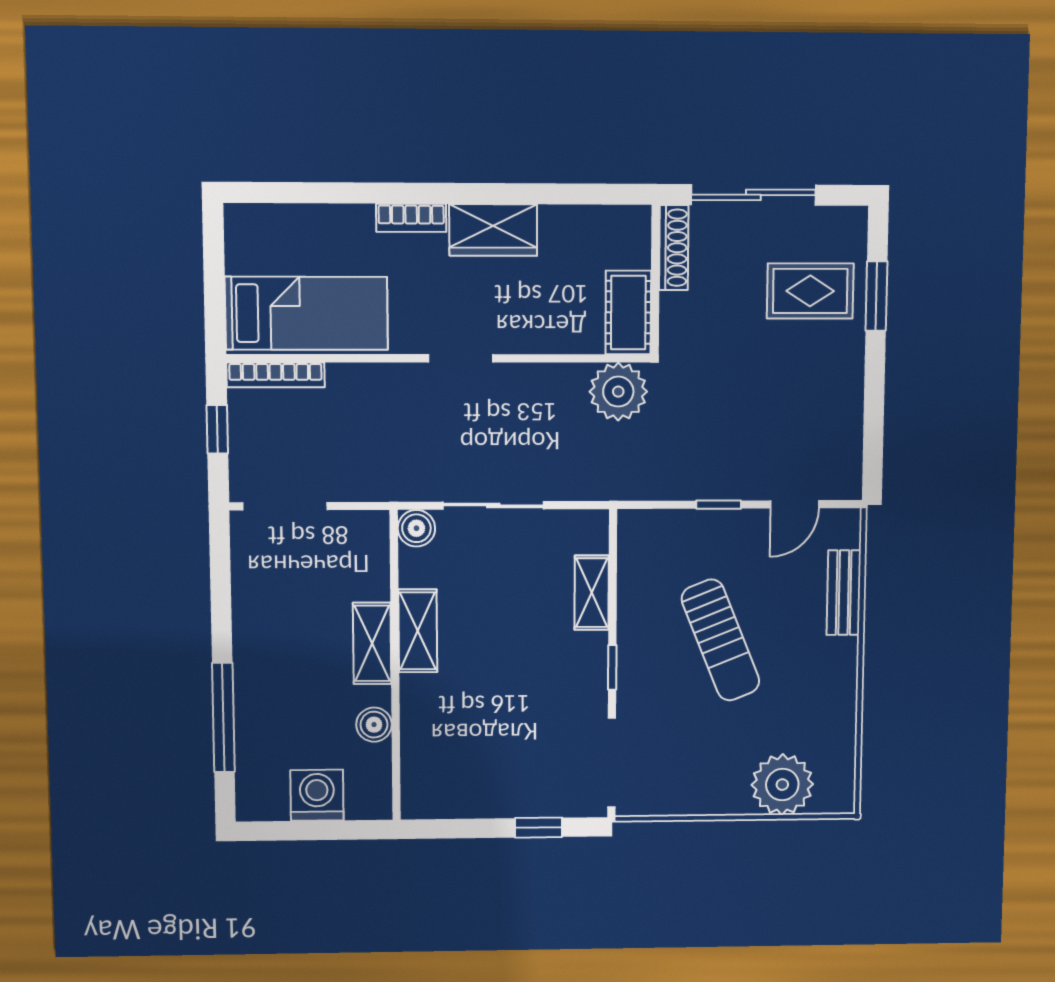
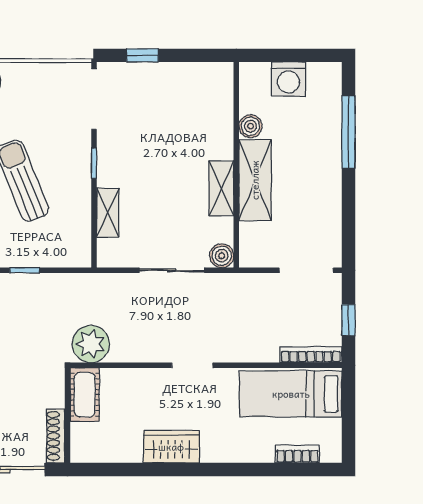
bookcase: (411, 218) -> (297, 454), moved
shelving: (372, 643) -> (255, 180), width x1.50, depth x1.33

